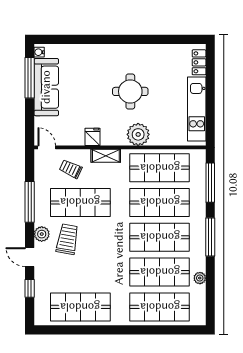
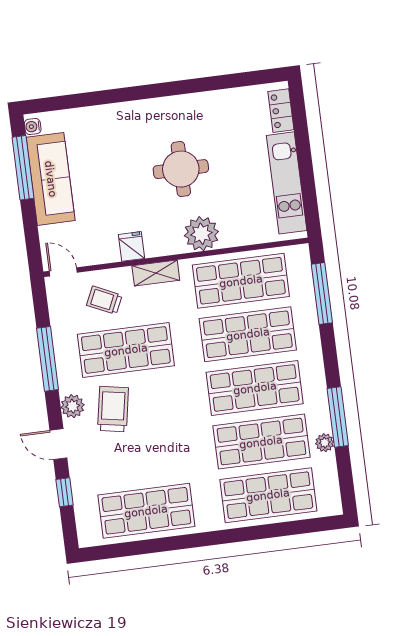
window: (210, 237) -> (338, 417), moved

